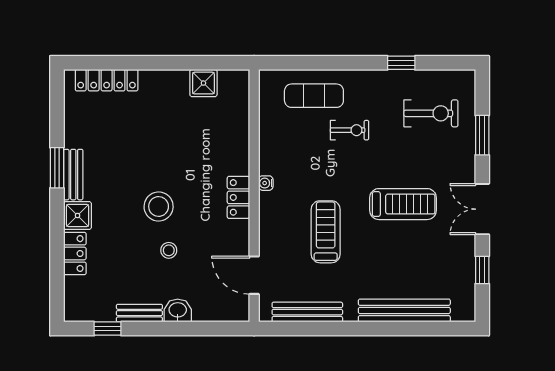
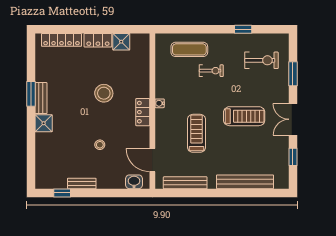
stool: (159, 207) -> (104, 93), moved
locker: (75, 254) -> (98, 40), moved, turned 90
washbasin: (178, 310) -> (134, 182), moved

